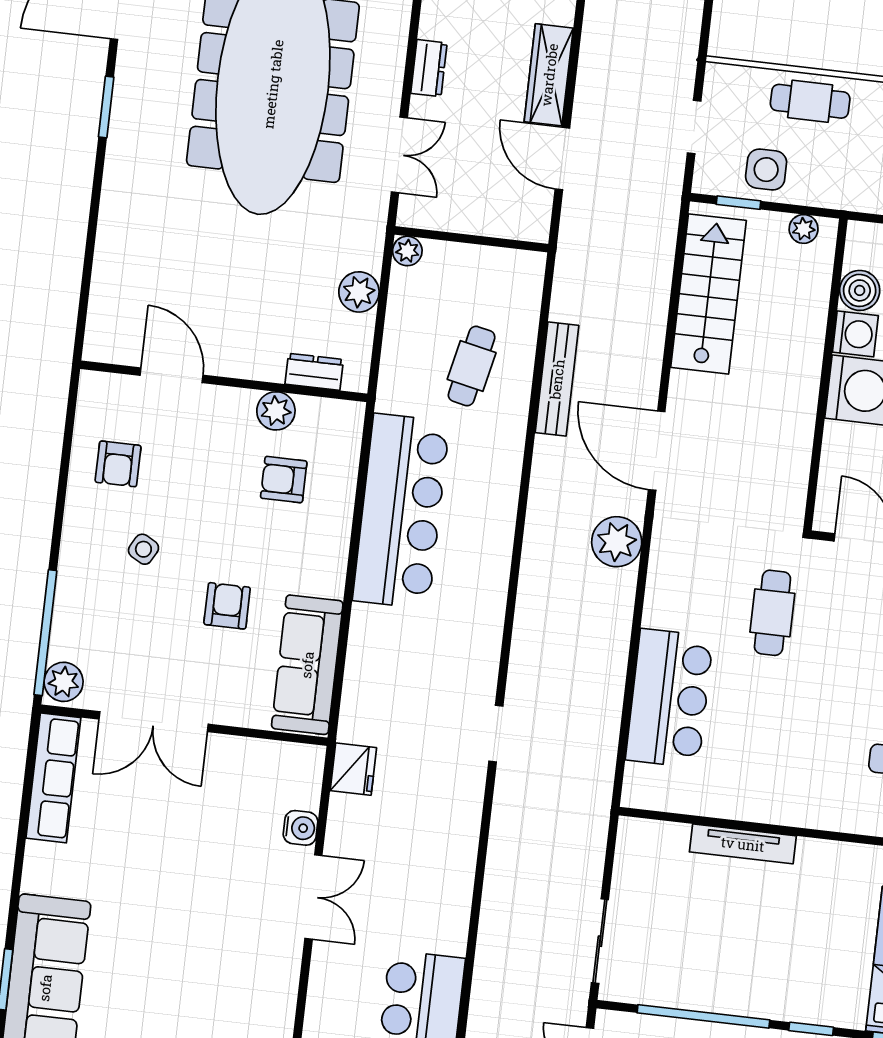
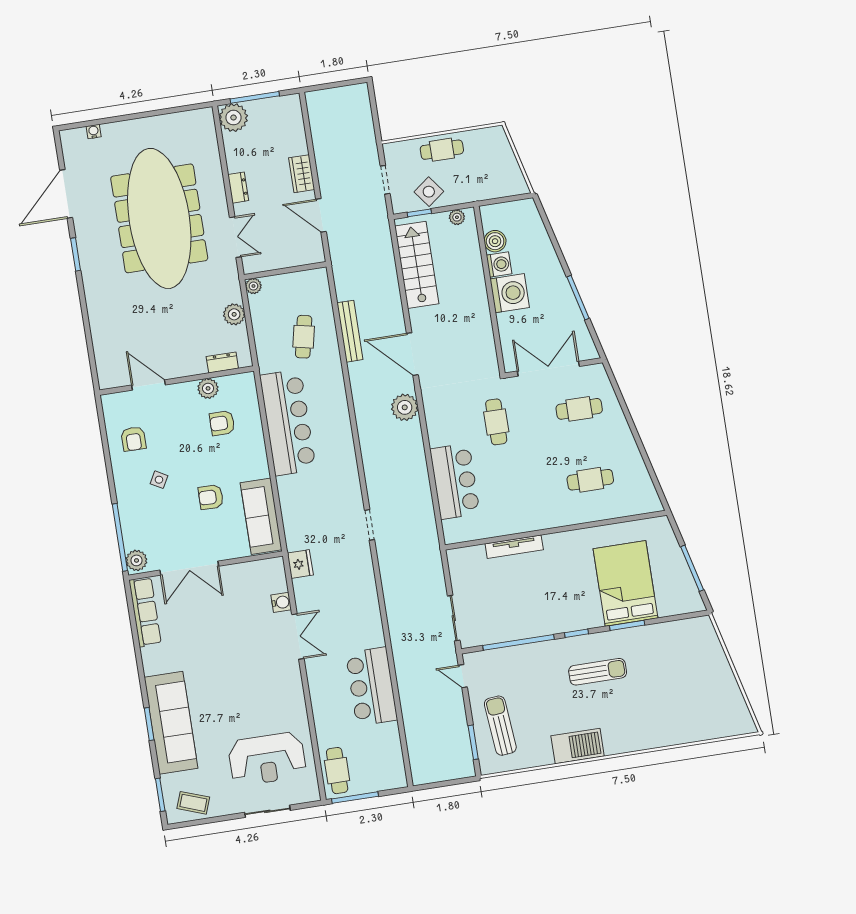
wardrobe: (549, 75) -> (302, 174), width x0.67
side table: (766, 170) -> (429, 192), turned -37
armchair: (227, 606) -> (211, 497), turned -89

